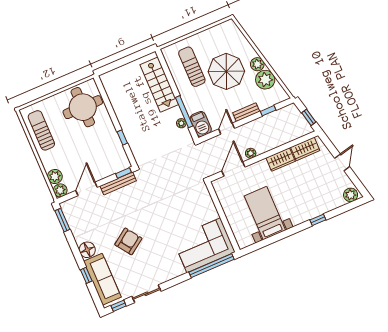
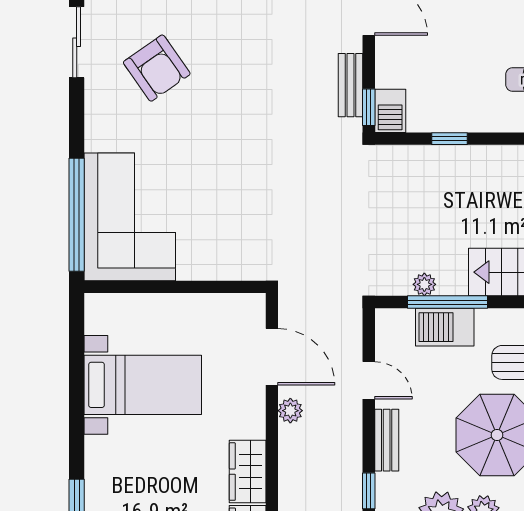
barbecue: (201, 124) -> (445, 327), moved
barbecue: (121, 164) -> (390, 111), added
bench: (118, 183) -> (351, 85), width x0.73
armchair: (128, 241) -> (157, 68), moved

